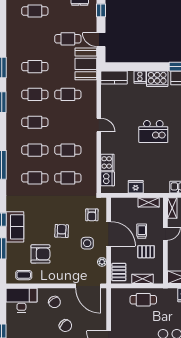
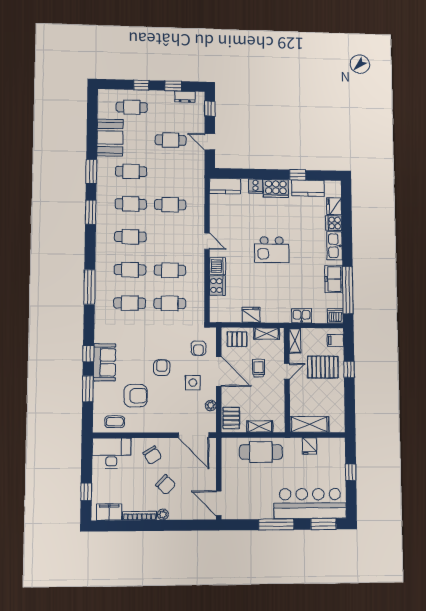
booth: (86, 64) -> (110, 138), moved
dishwasher: (108, 179) -> (218, 266), moved
pallet: (146, 252) -> (237, 339), moved
cafe table: (143, 300) -> (261, 452), width x1.37, depth x1.35

